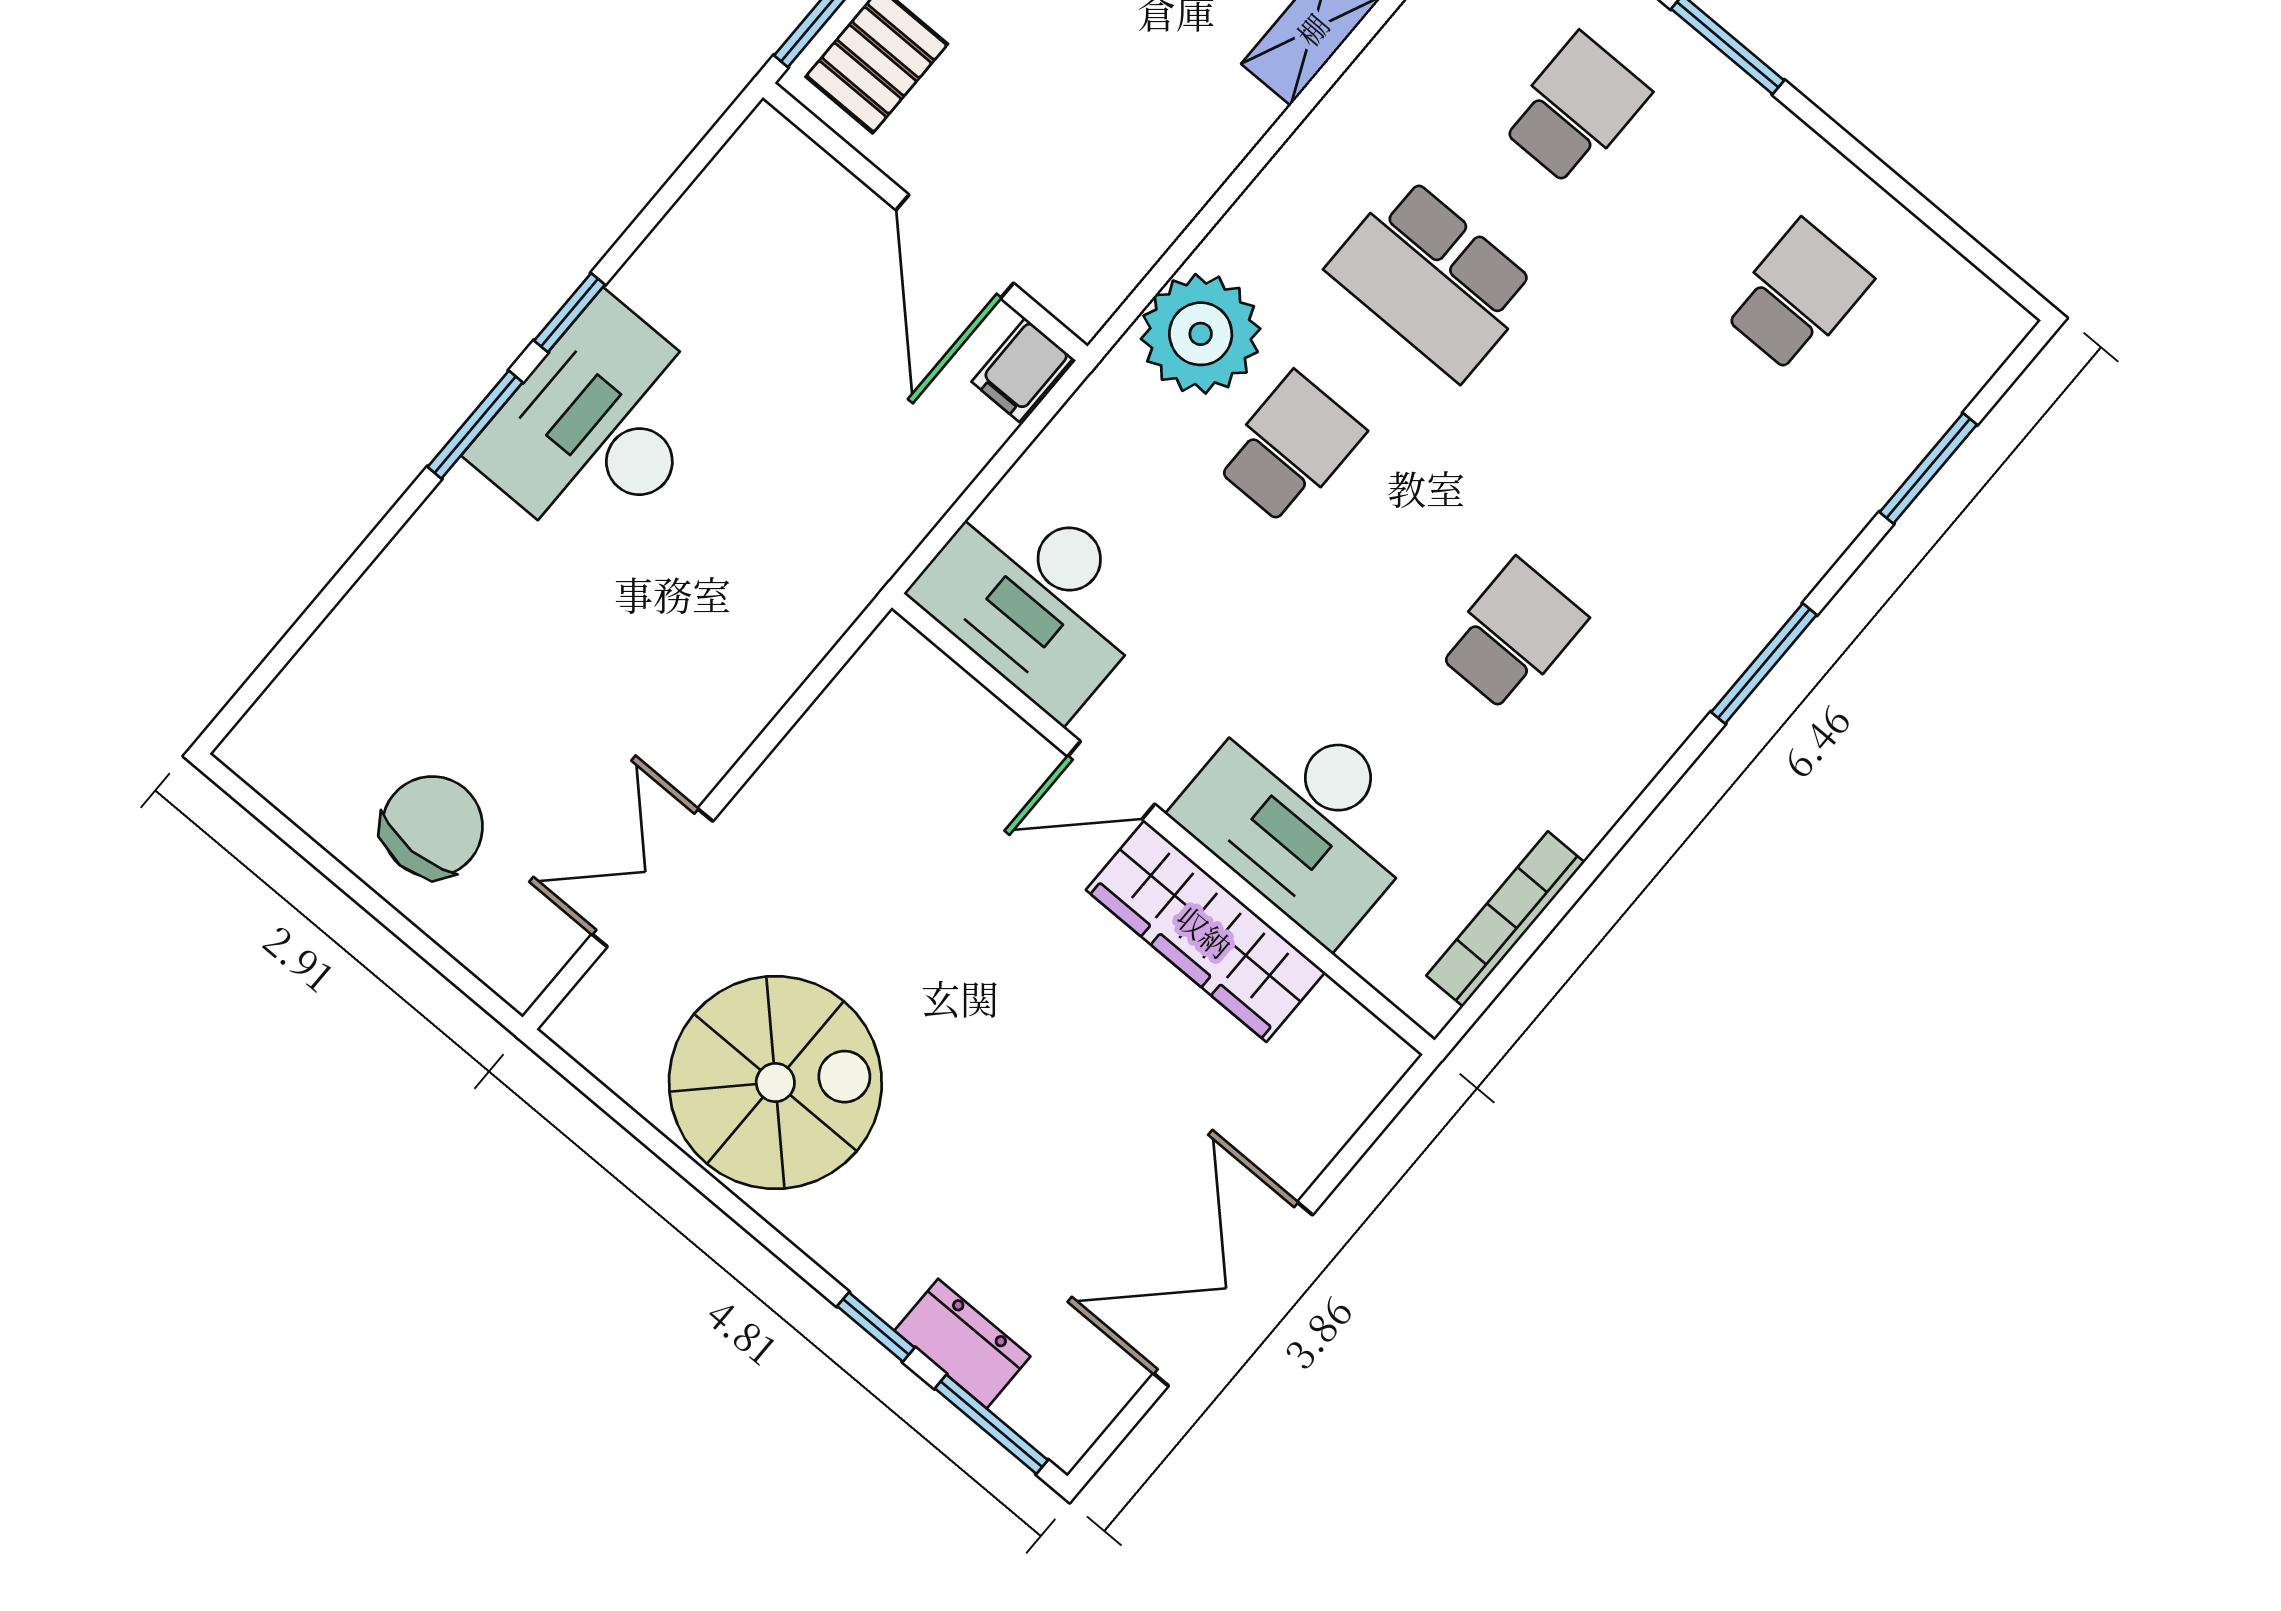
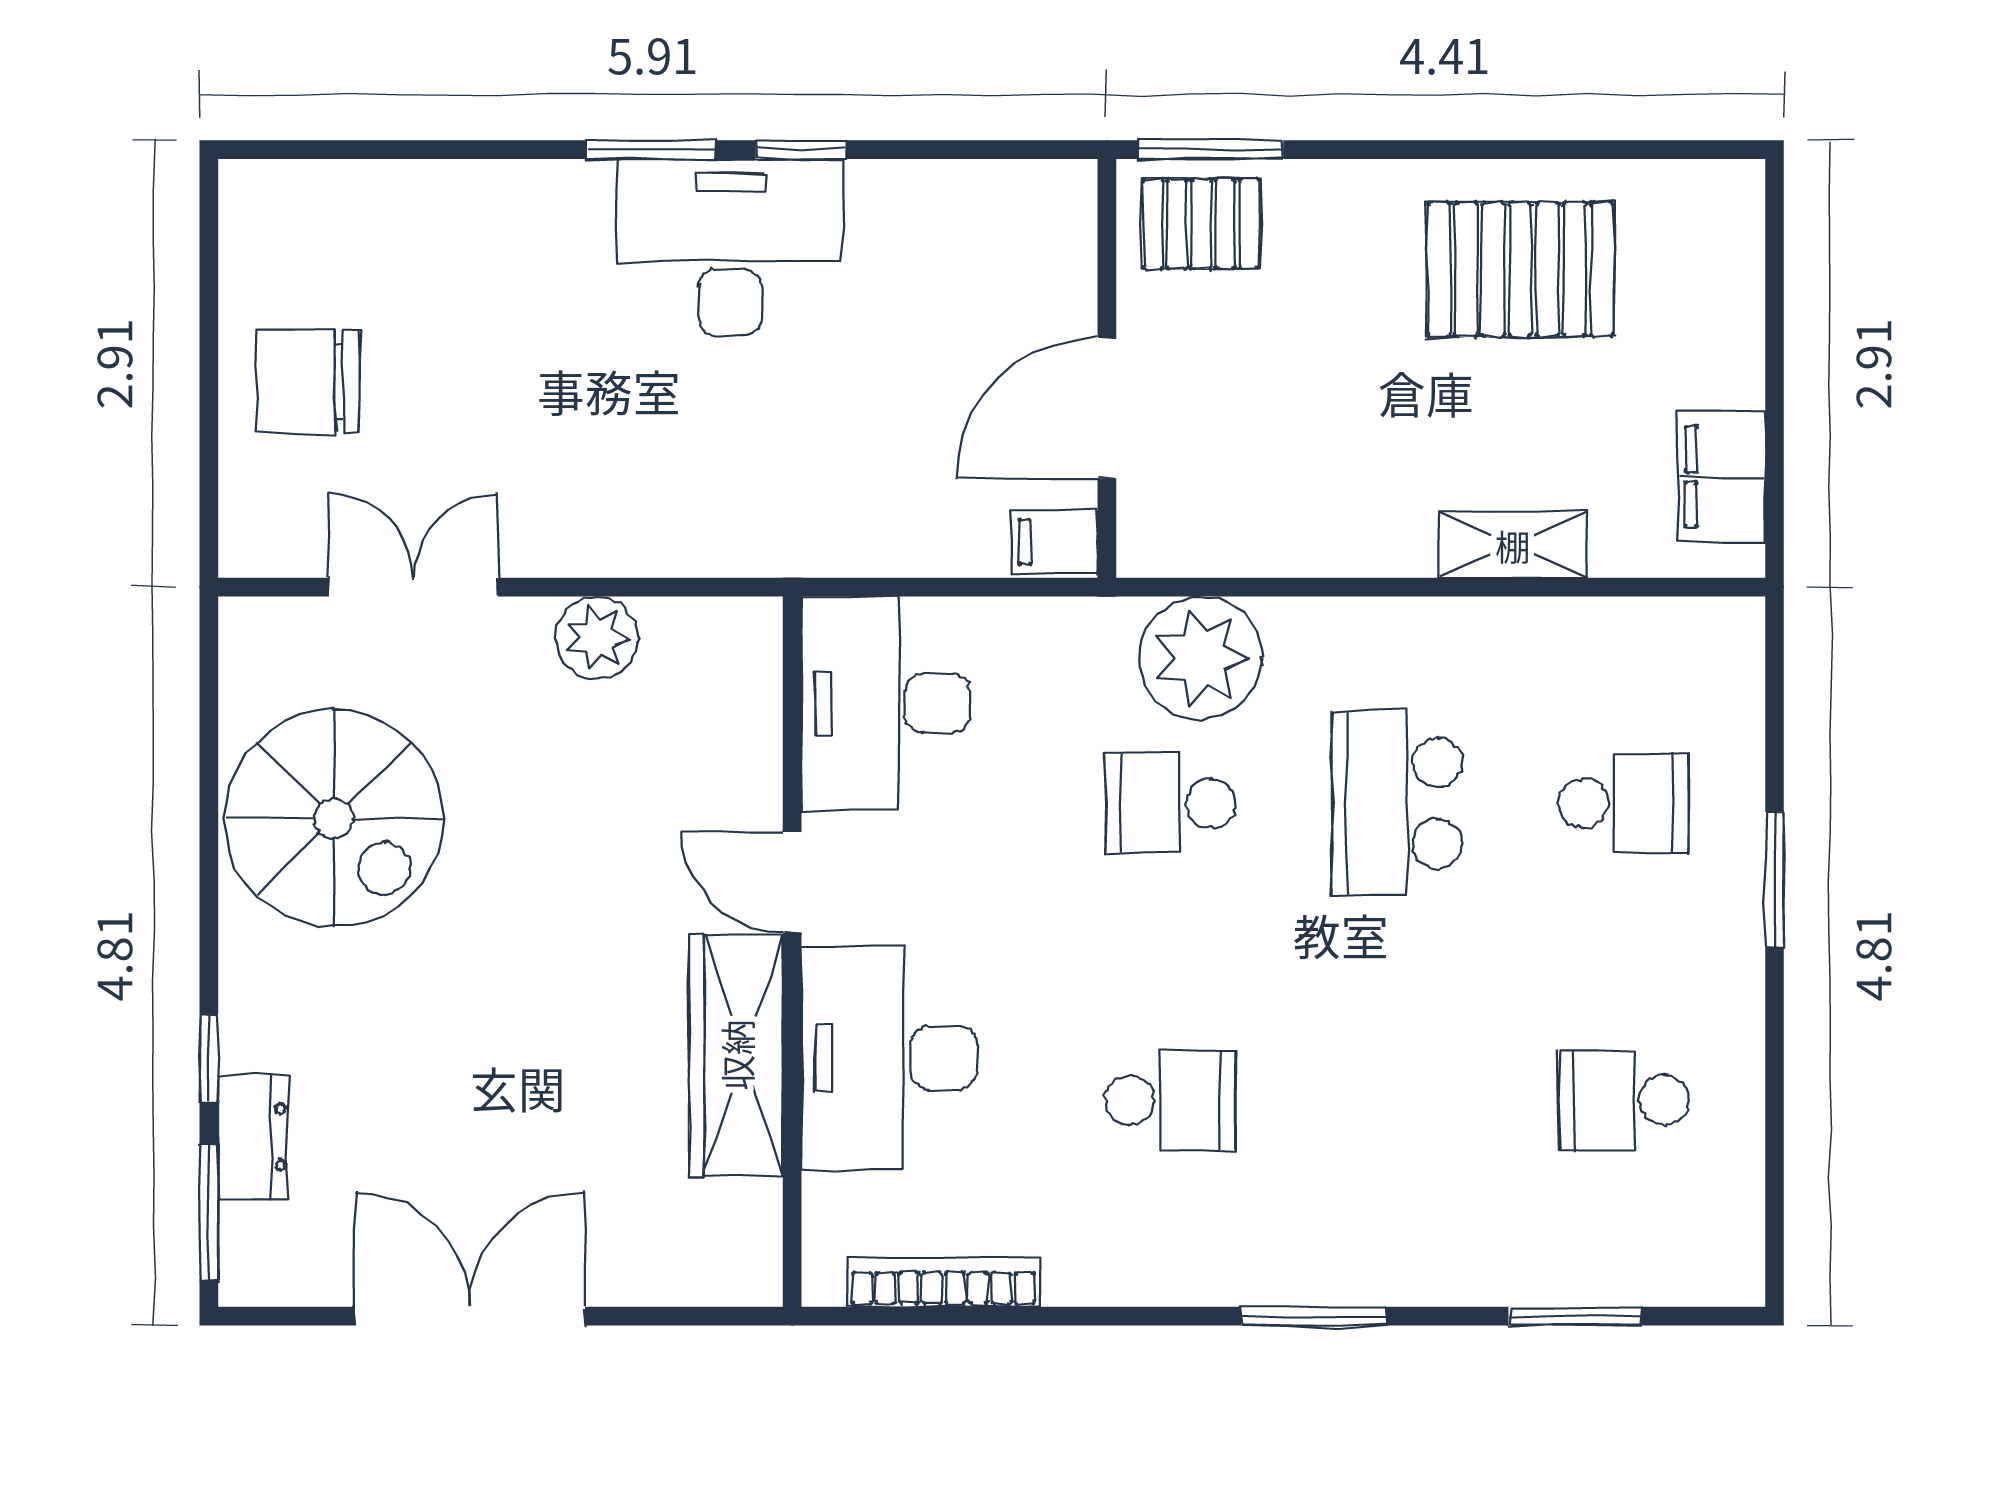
school desk: (1797, 296) -> (1624, 1100), turned 180
school desk: (1290, 448) -> (1170, 803), turned 180
plant: (806, 772) -> (597, 638), added
chair: (432, 827) -> (308, 381), turned 180

